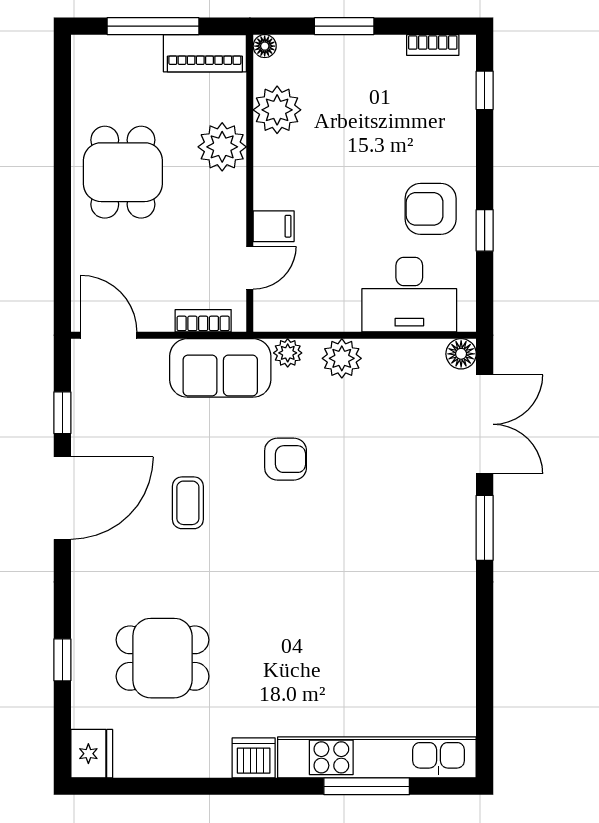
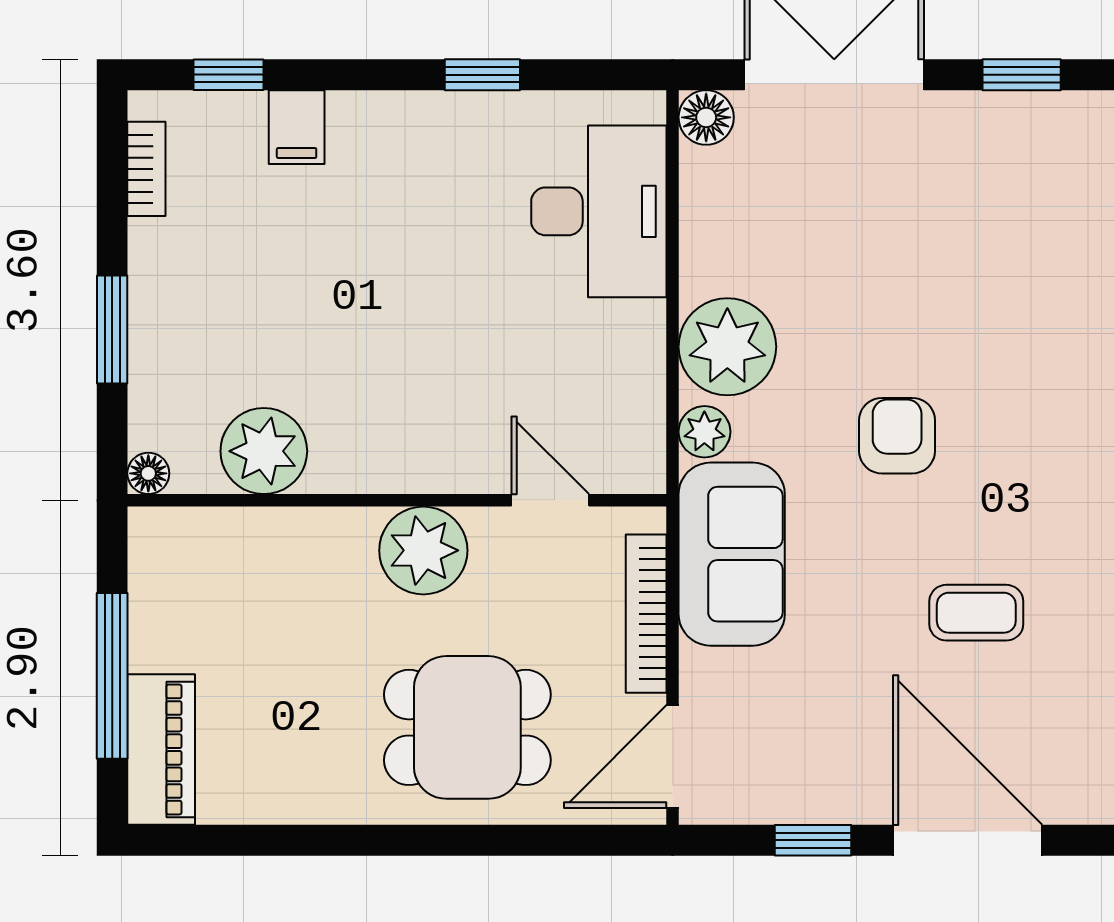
piano: (205, 53) -> (161, 750), moved
plant: (222, 147) -> (423, 550), moved
dining table: (123, 172) -> (467, 727), moved
armchair: (431, 209) -> (443, 173), removed
filing cabinet: (274, 226) -> (297, 127), moved, turned 180
bookcase: (203, 321) -> (646, 614), width x1.56
plant: (342, 358) -> (727, 347), width x1.36, depth x1.36
window: (485, 528) -> (1022, 75), width x0.67

